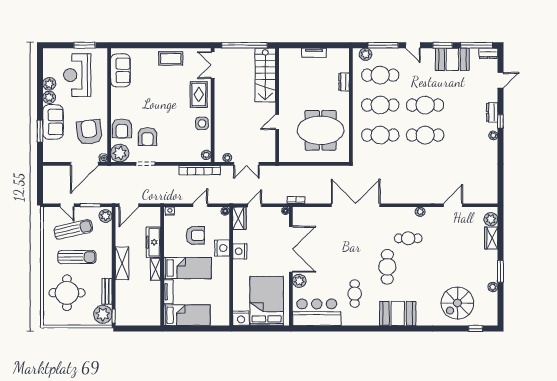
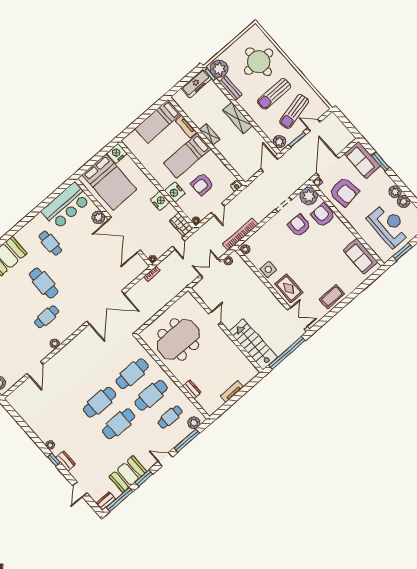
cafe table: (380, 75) -> (170, 417), width x0.73, depth x0.74
sofa: (53, 122) -> (362, 160), moved
freezer: (153, 242) -> (196, 83), moved, turned 90

